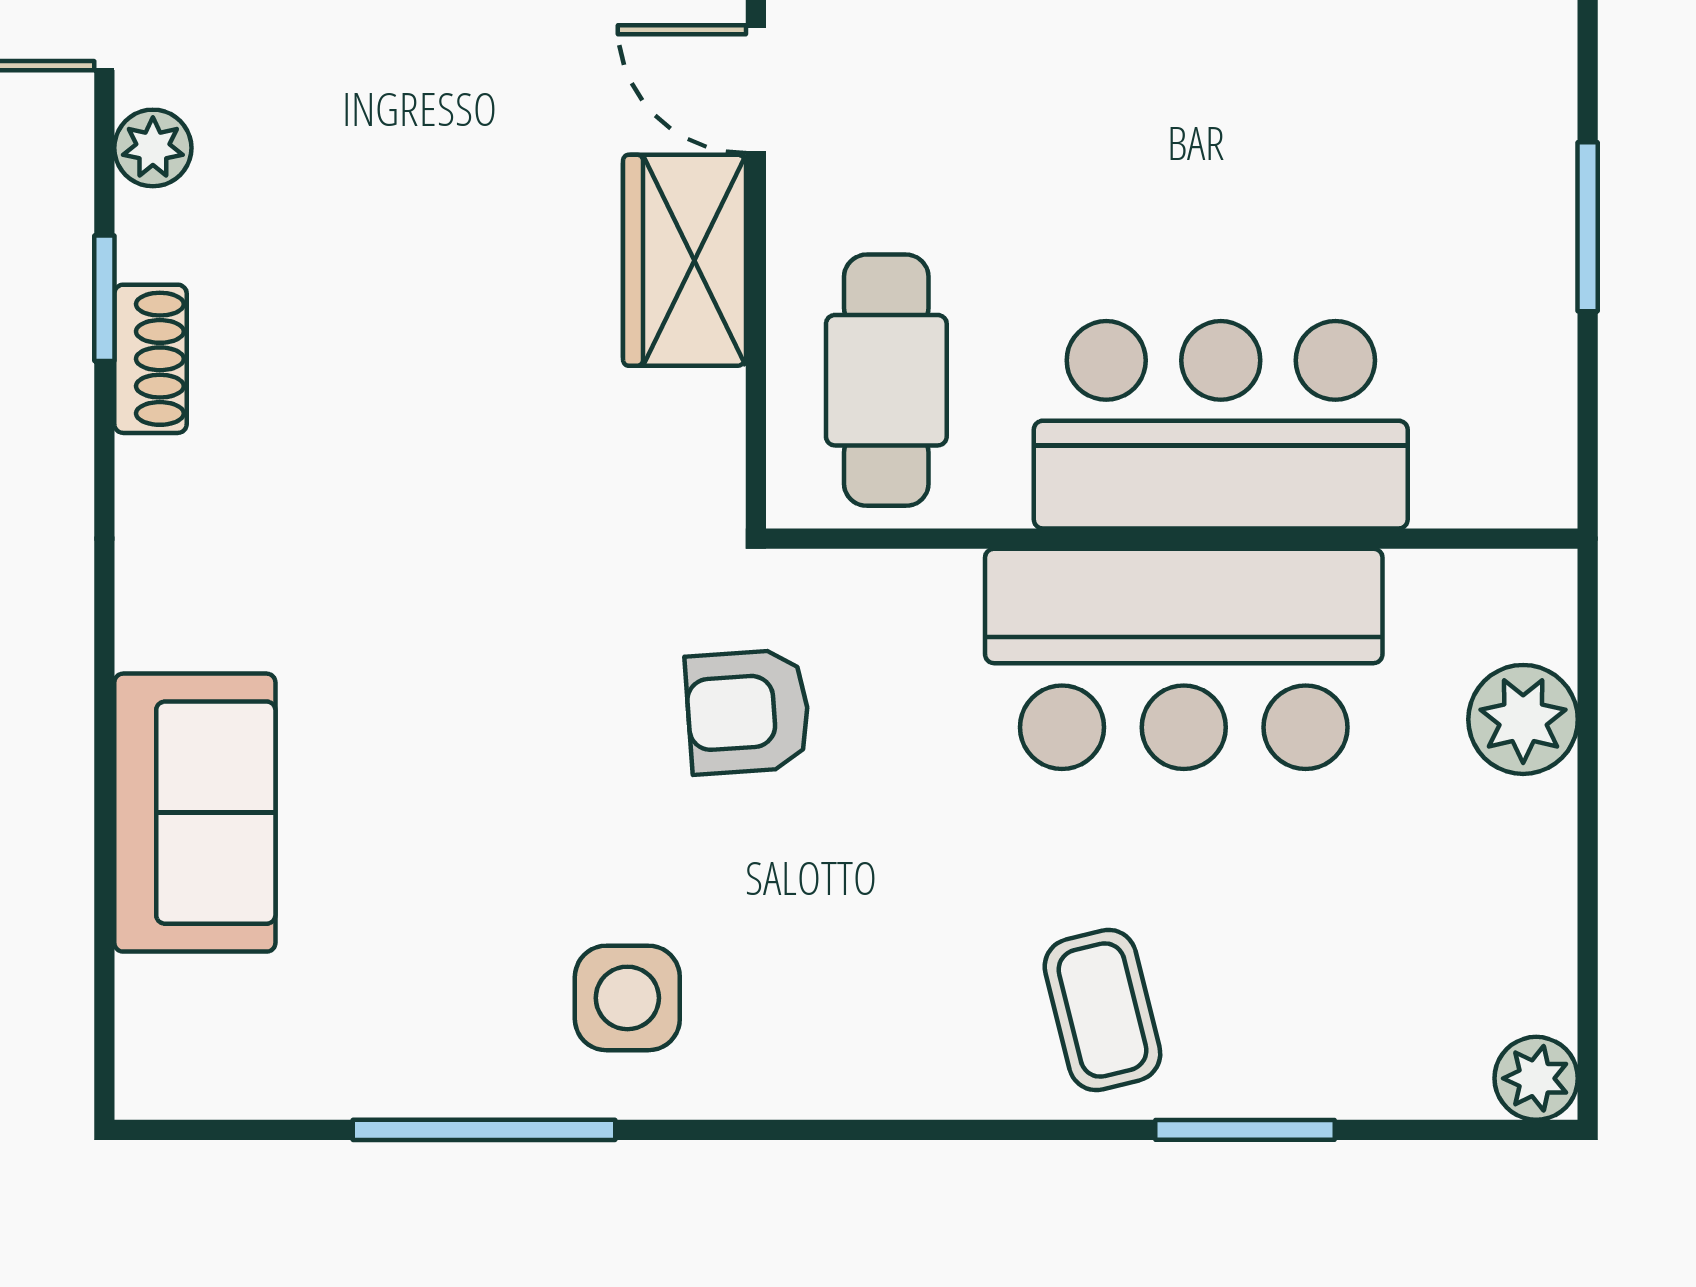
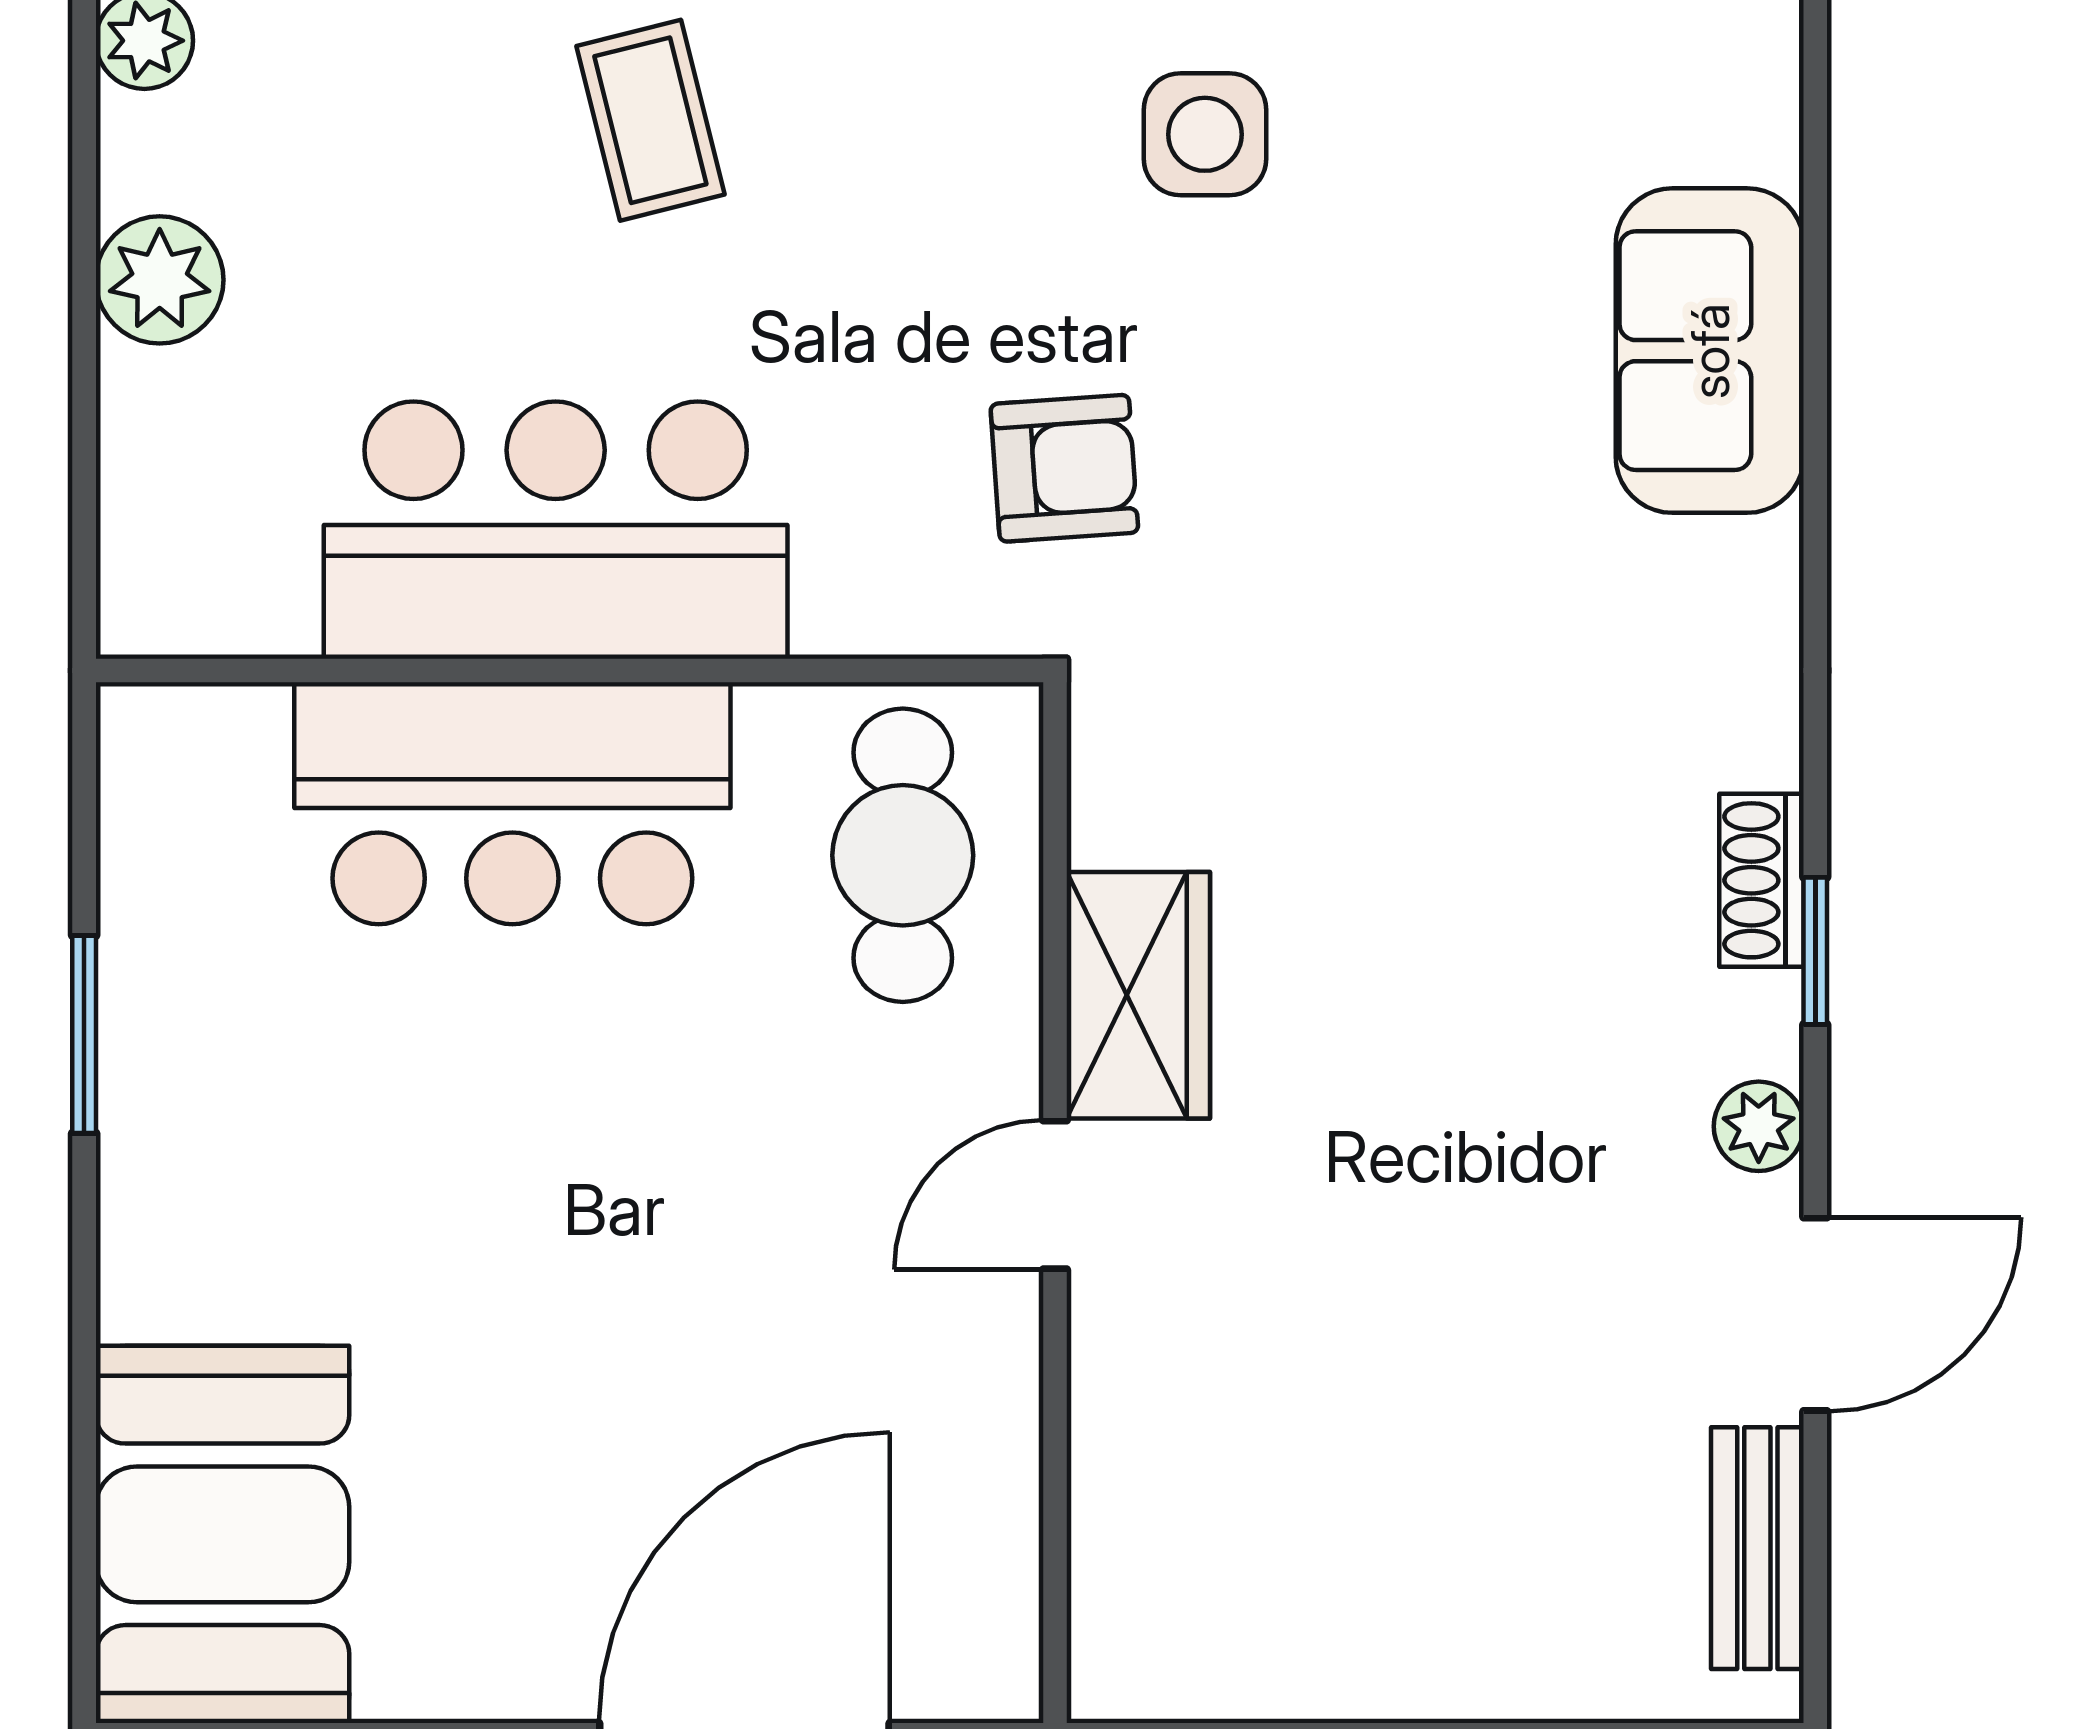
door: (756, 89) -> (1055, 1195), swing flipped
plant: (1523, 719) -> (160, 280), moved

